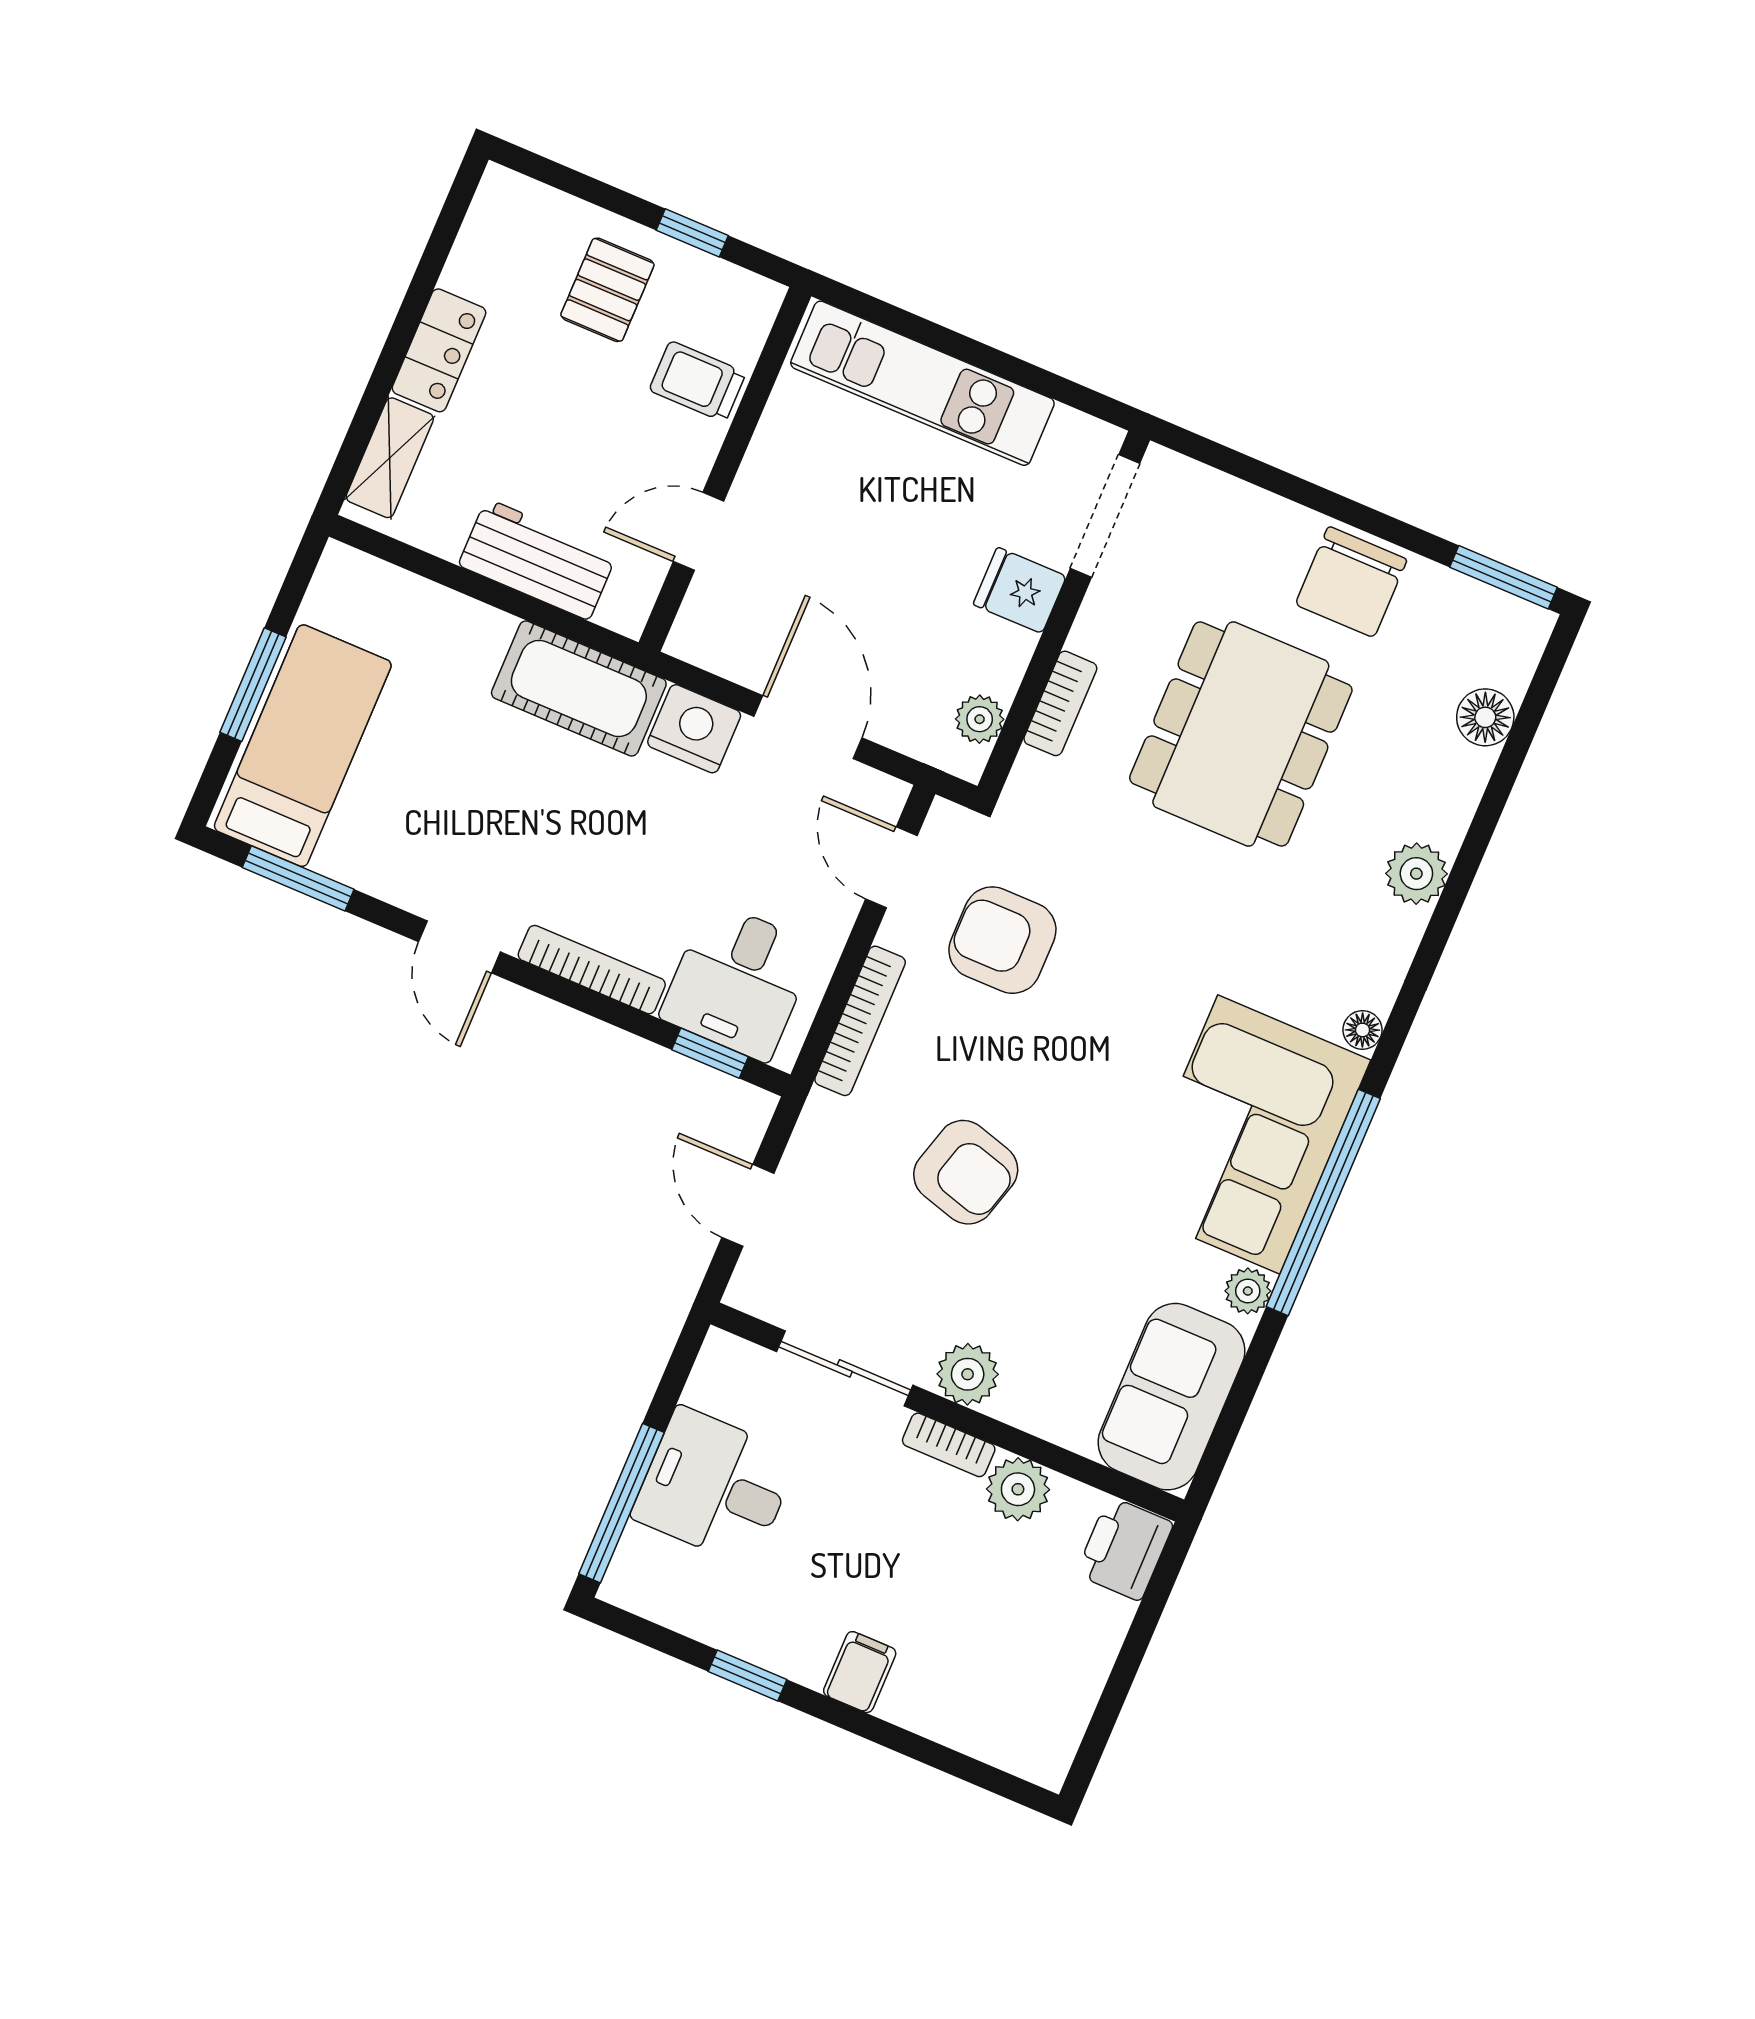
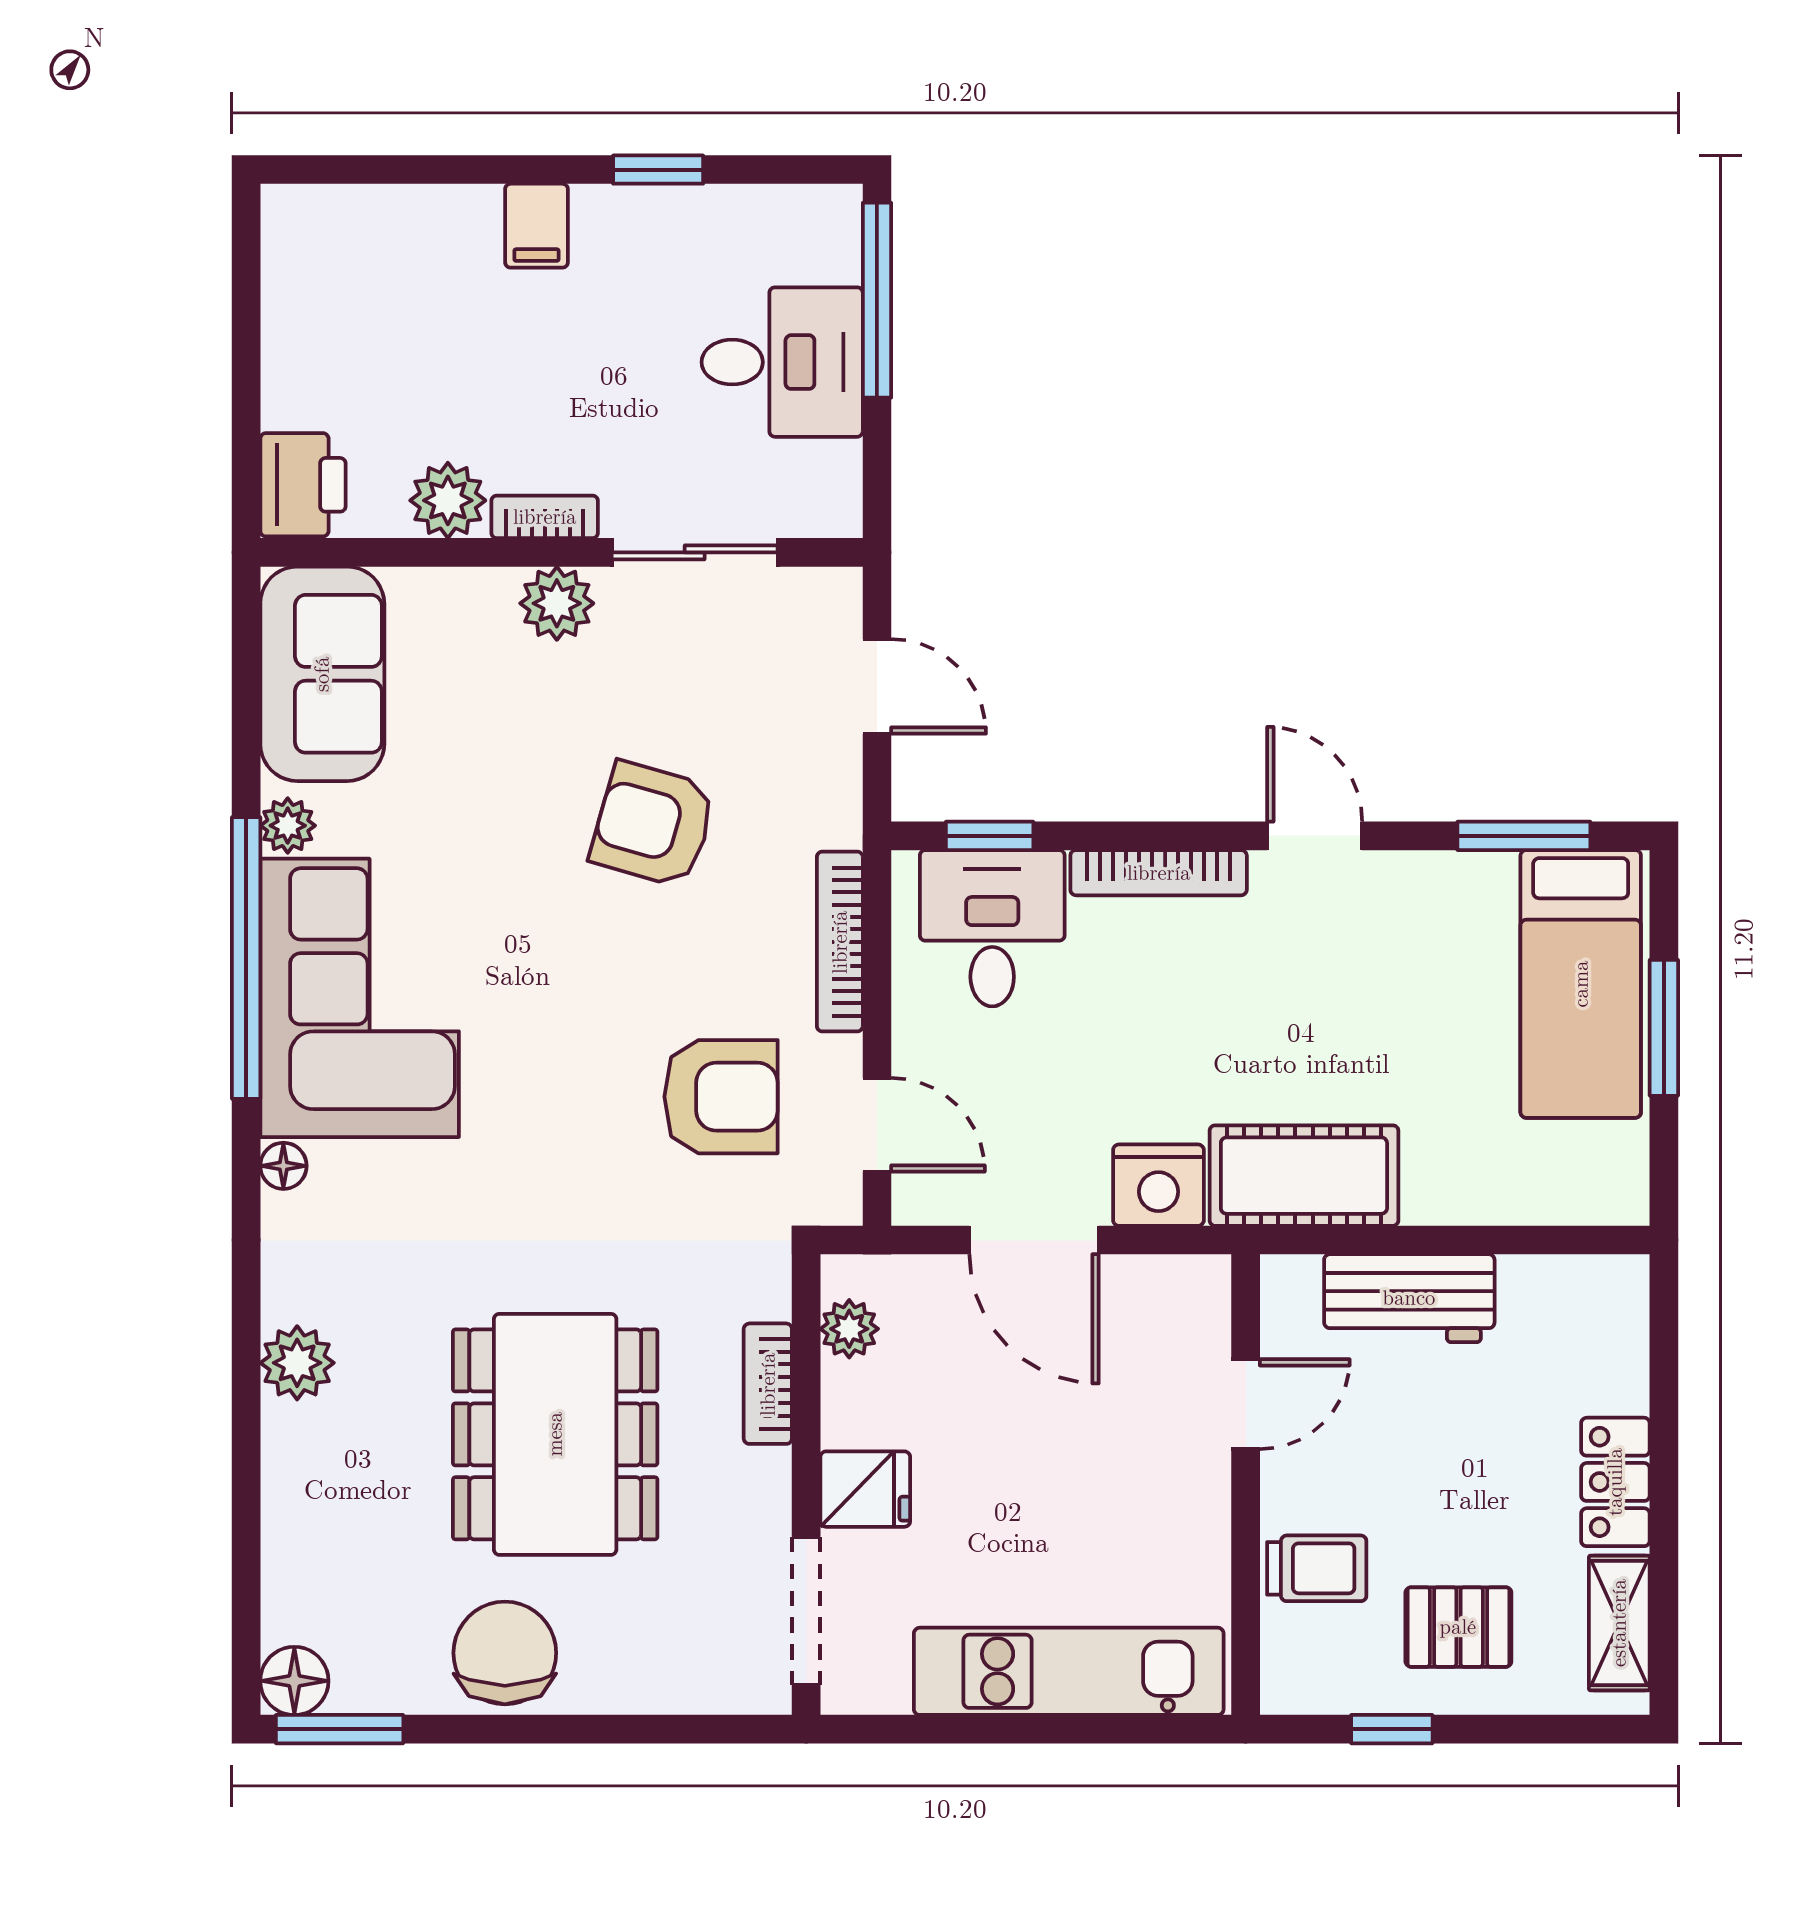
pallet: (607, 290) -> (1458, 1627), turned 90
shelving: (390, 458) -> (1619, 1623), moved
floor lamp: (1485, 717) -> (294, 1681), moved

